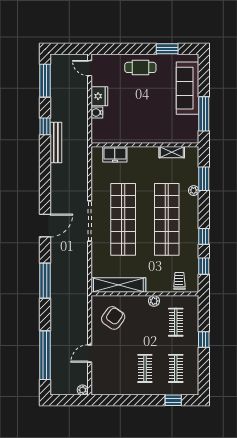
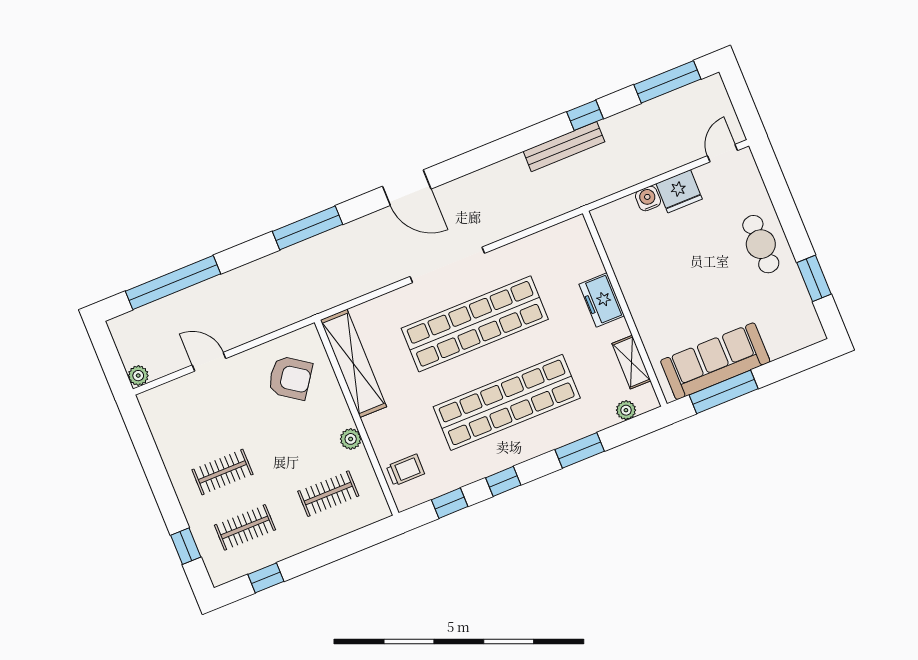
sofa: (187, 88) -> (715, 361), moved
freezer: (115, 154) -> (602, 300), moved
window: (204, 179) -> (580, 450), moved
plant: (194, 191) -> (626, 410), moved
window: (204, 339) -> (266, 578), moved

